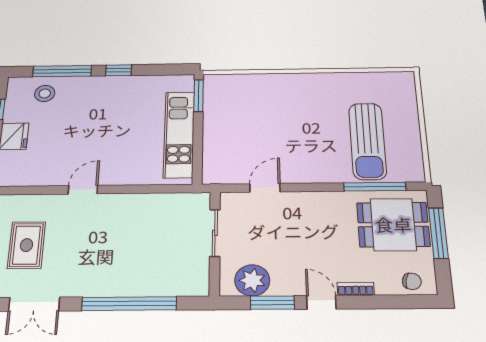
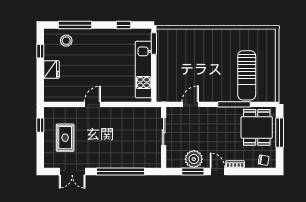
window: (119, 70) -> (123, 25), moved
window: (375, 187) -> (234, 104), moved
dining table: (393, 224) -> (257, 127), turned 90
plant: (252, 280) -> (194, 159), moved

